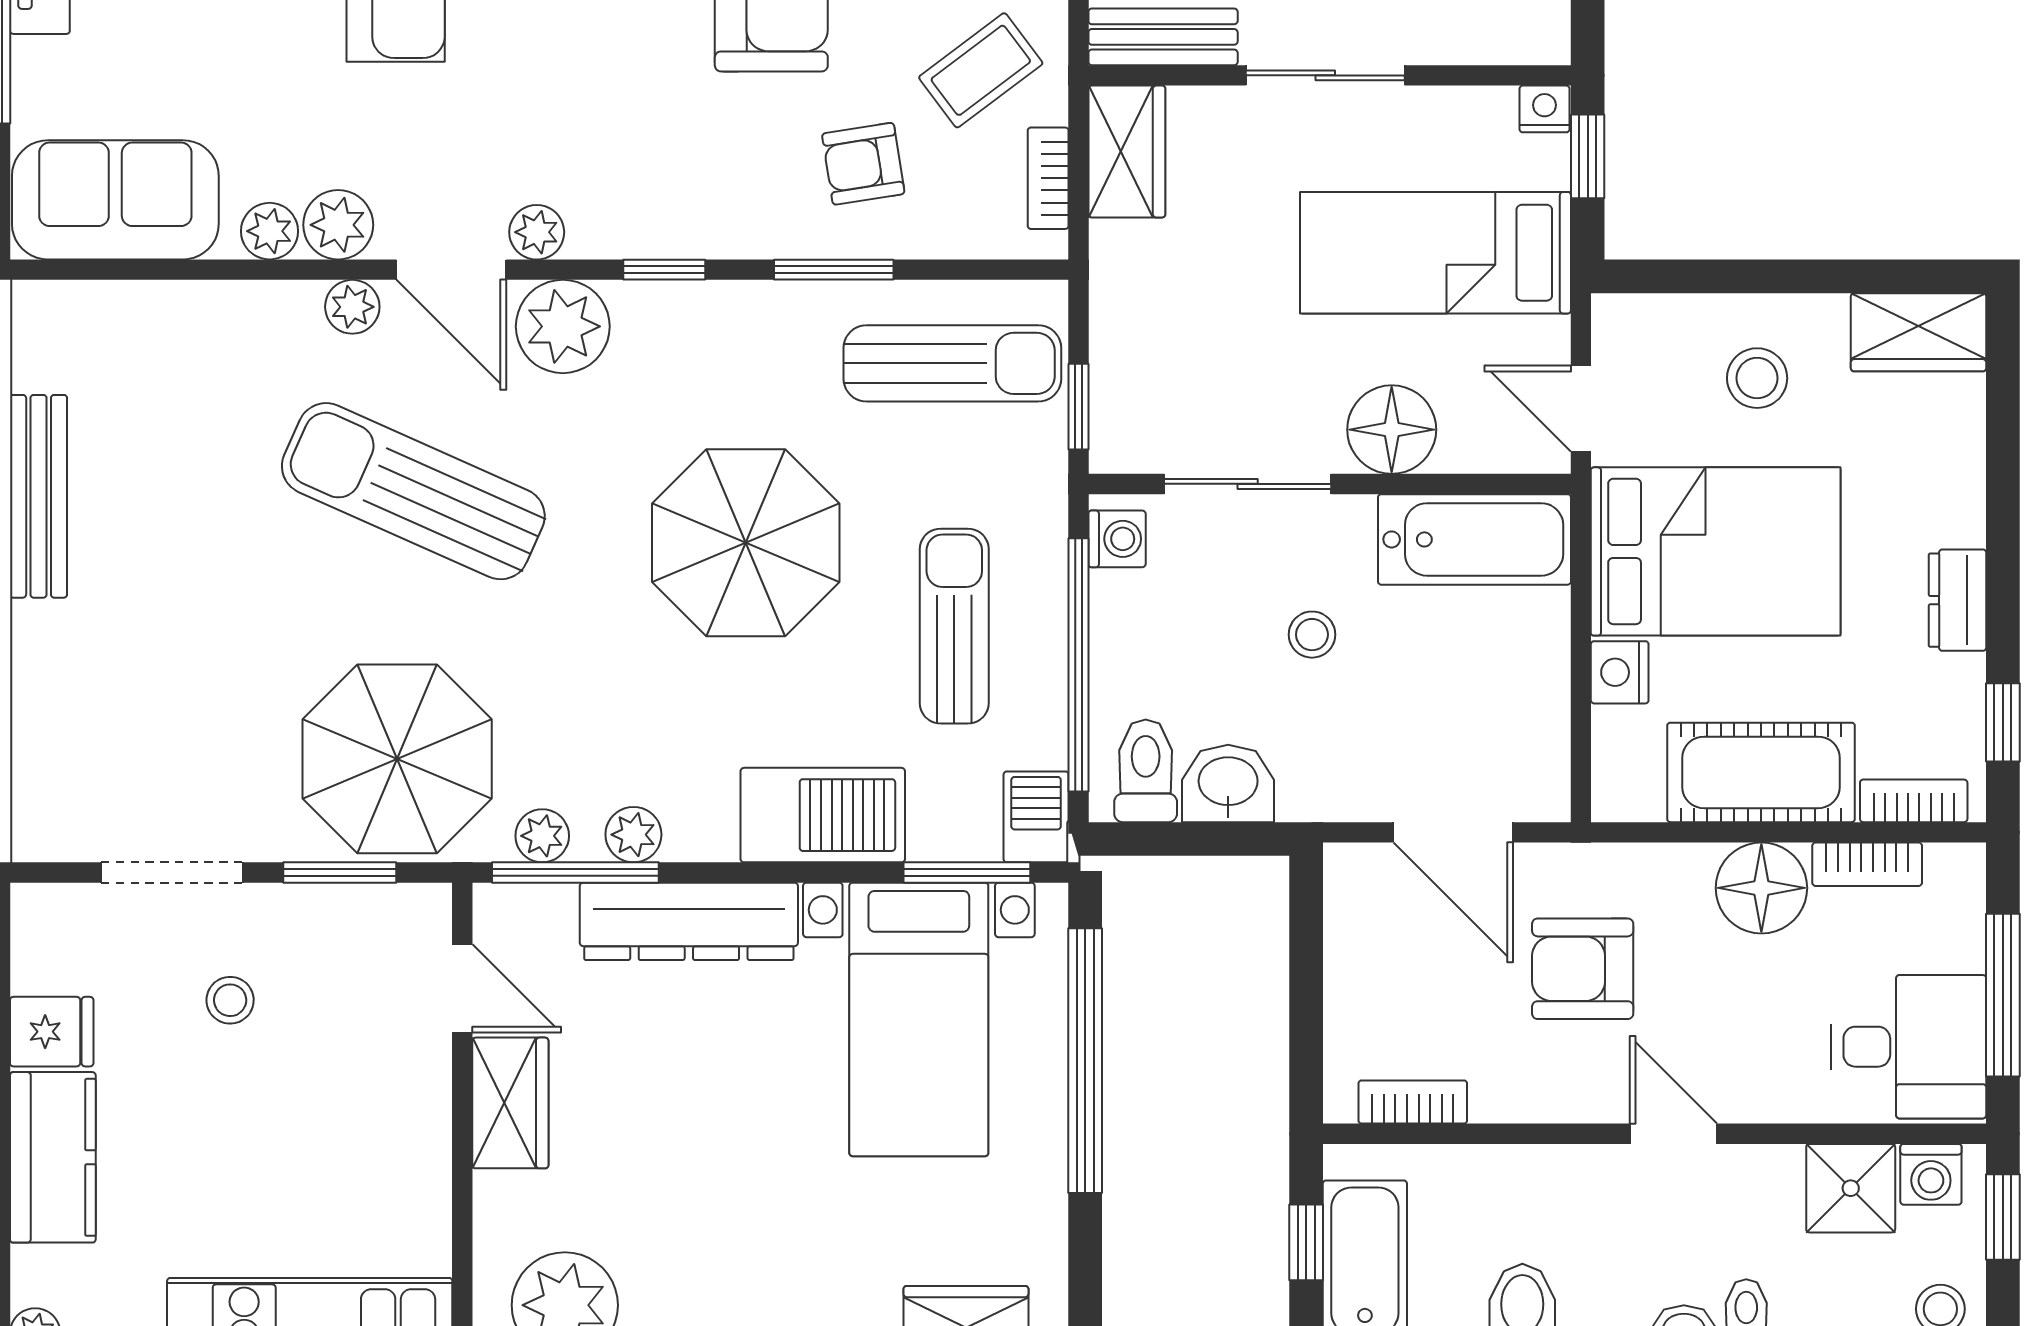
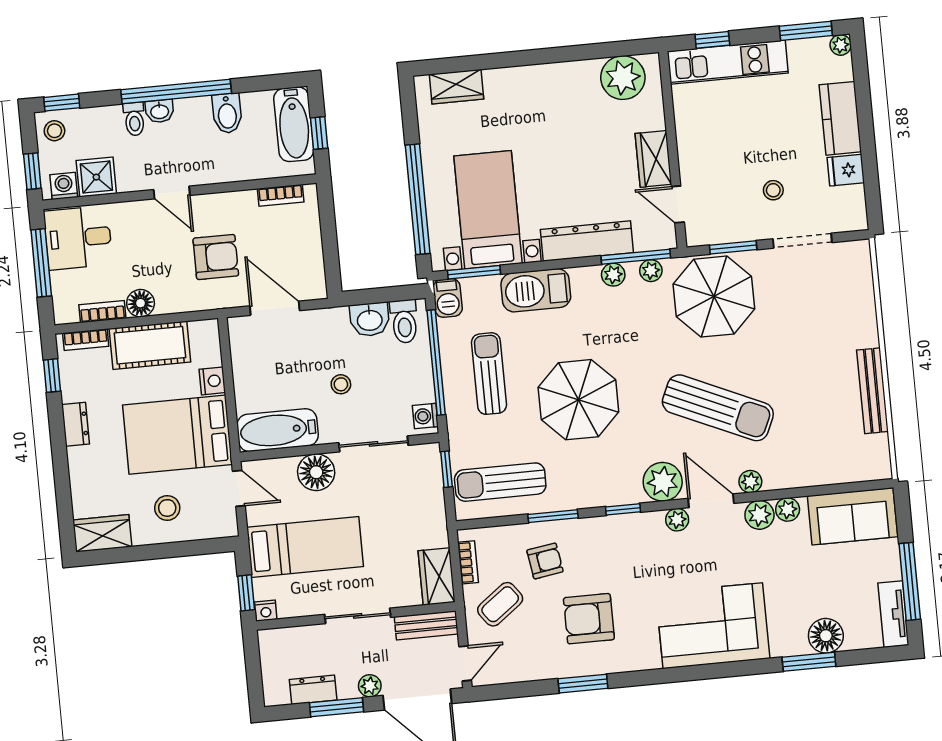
sun lounger: (954, 626) -> (489, 374), turned 180
floor lamp: (1761, 888) -> (141, 303), width x0.73, depth x0.73

